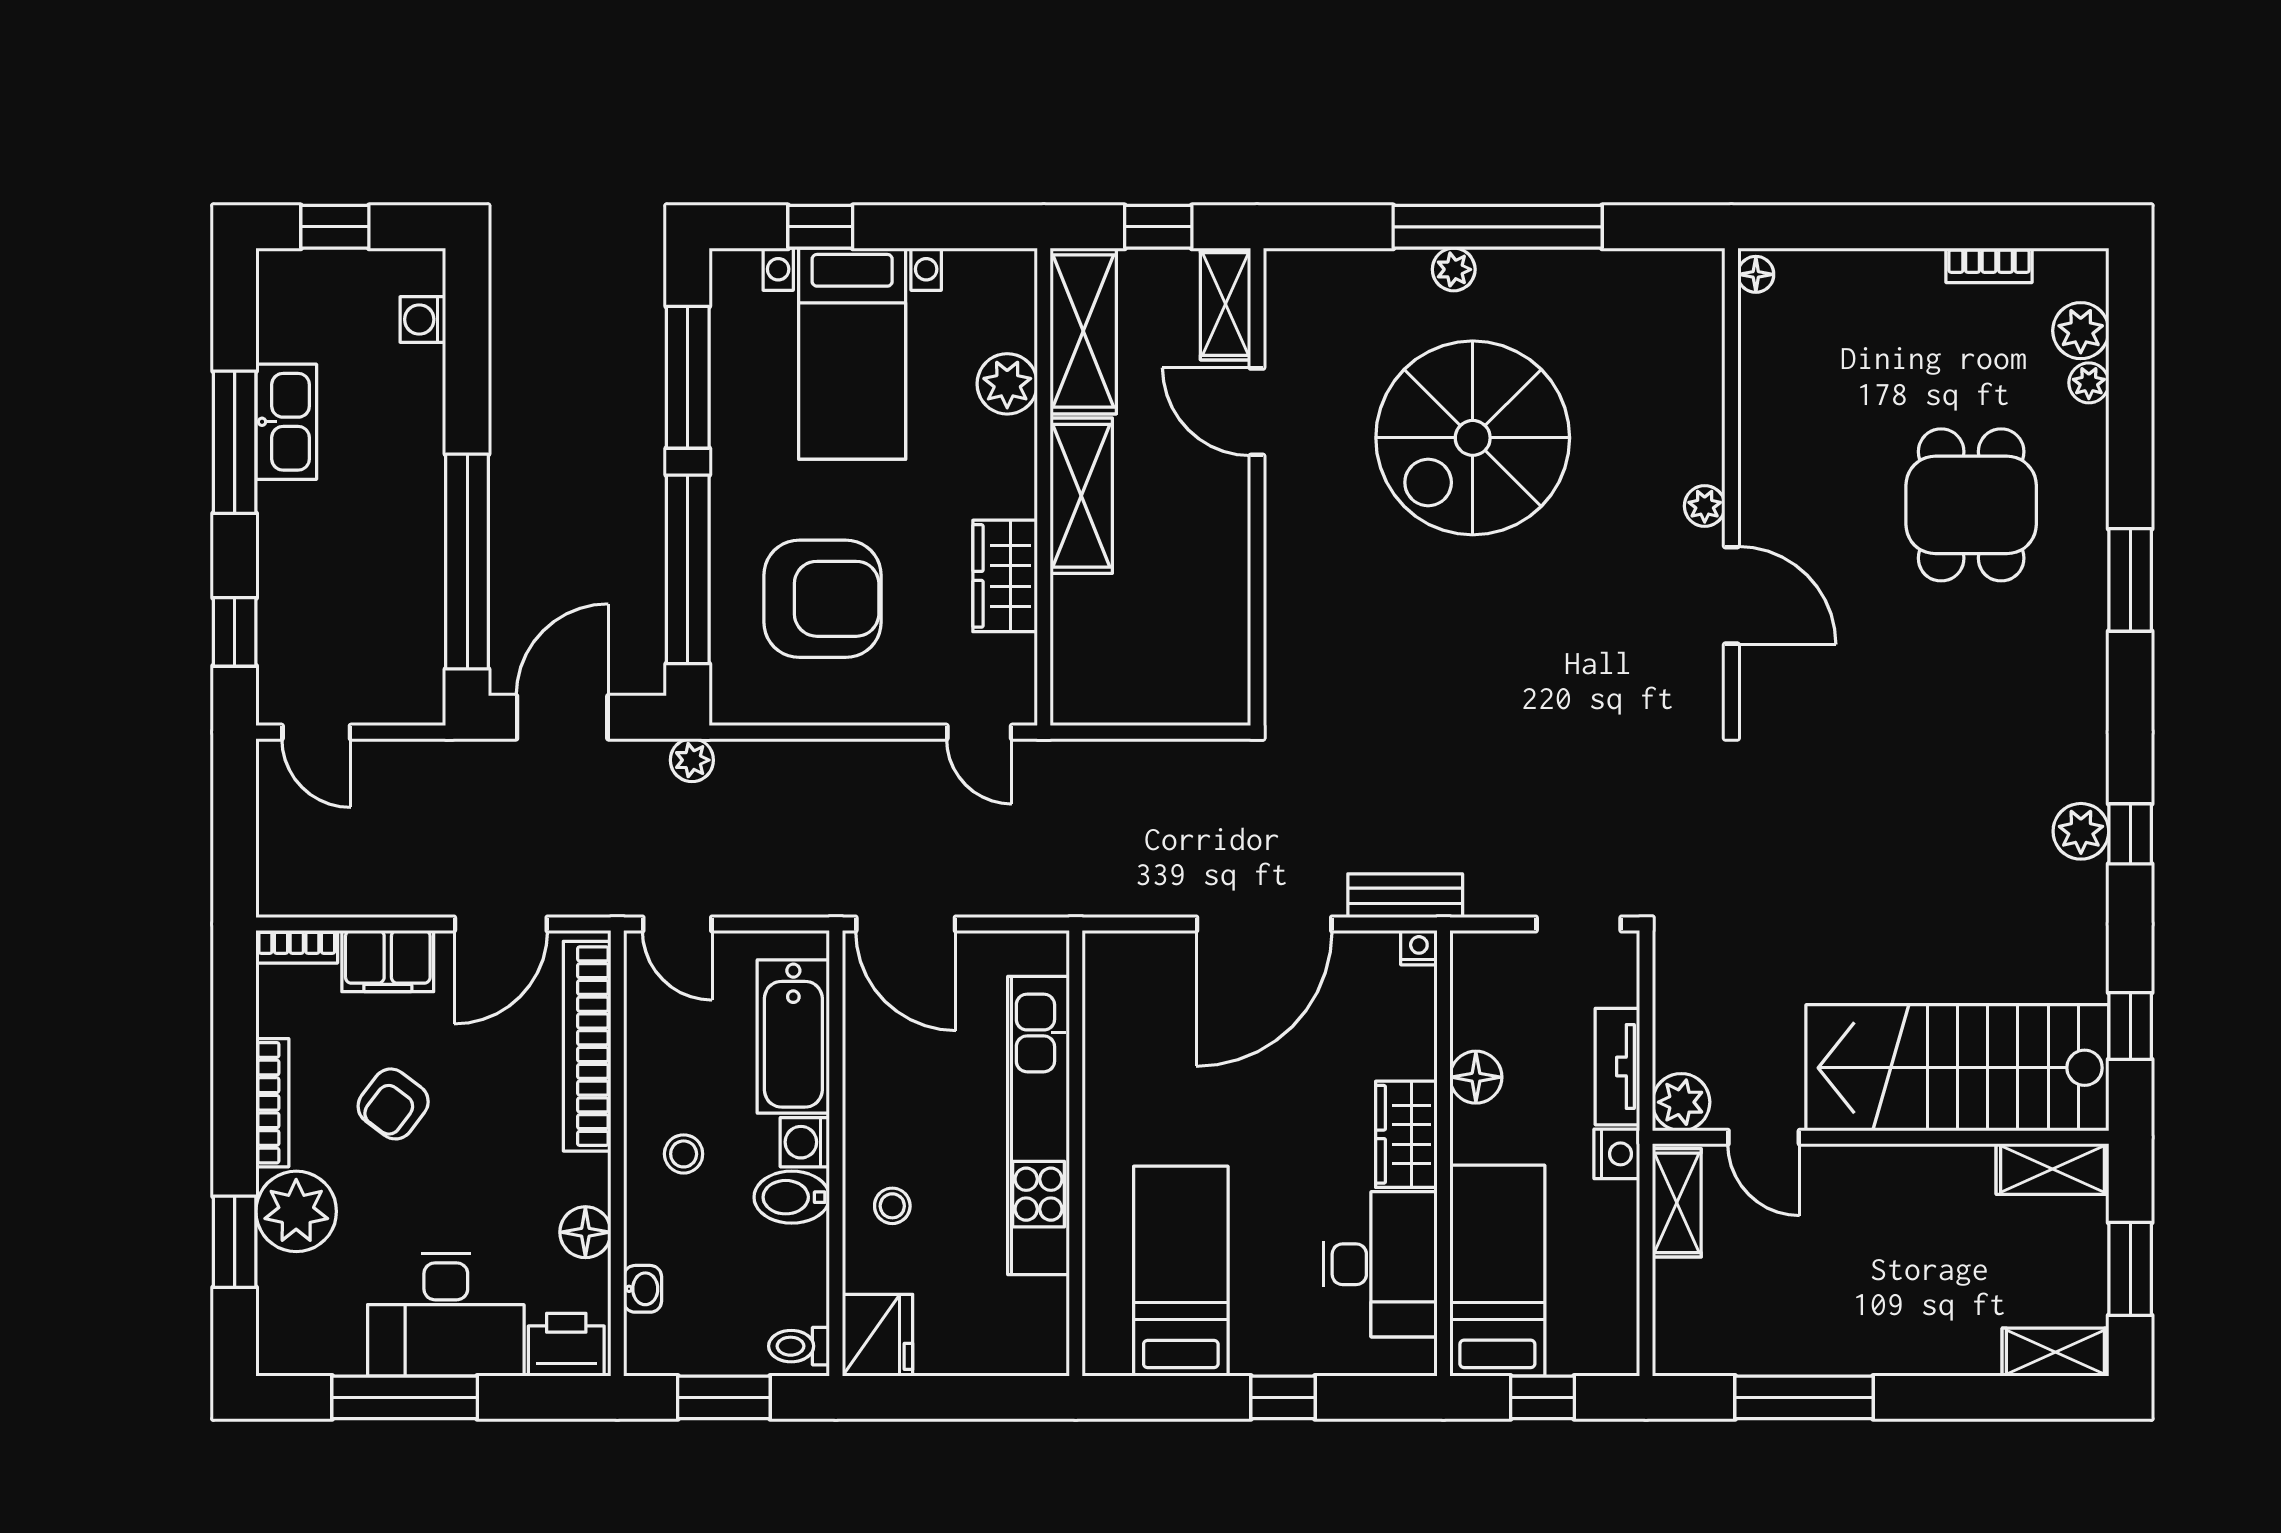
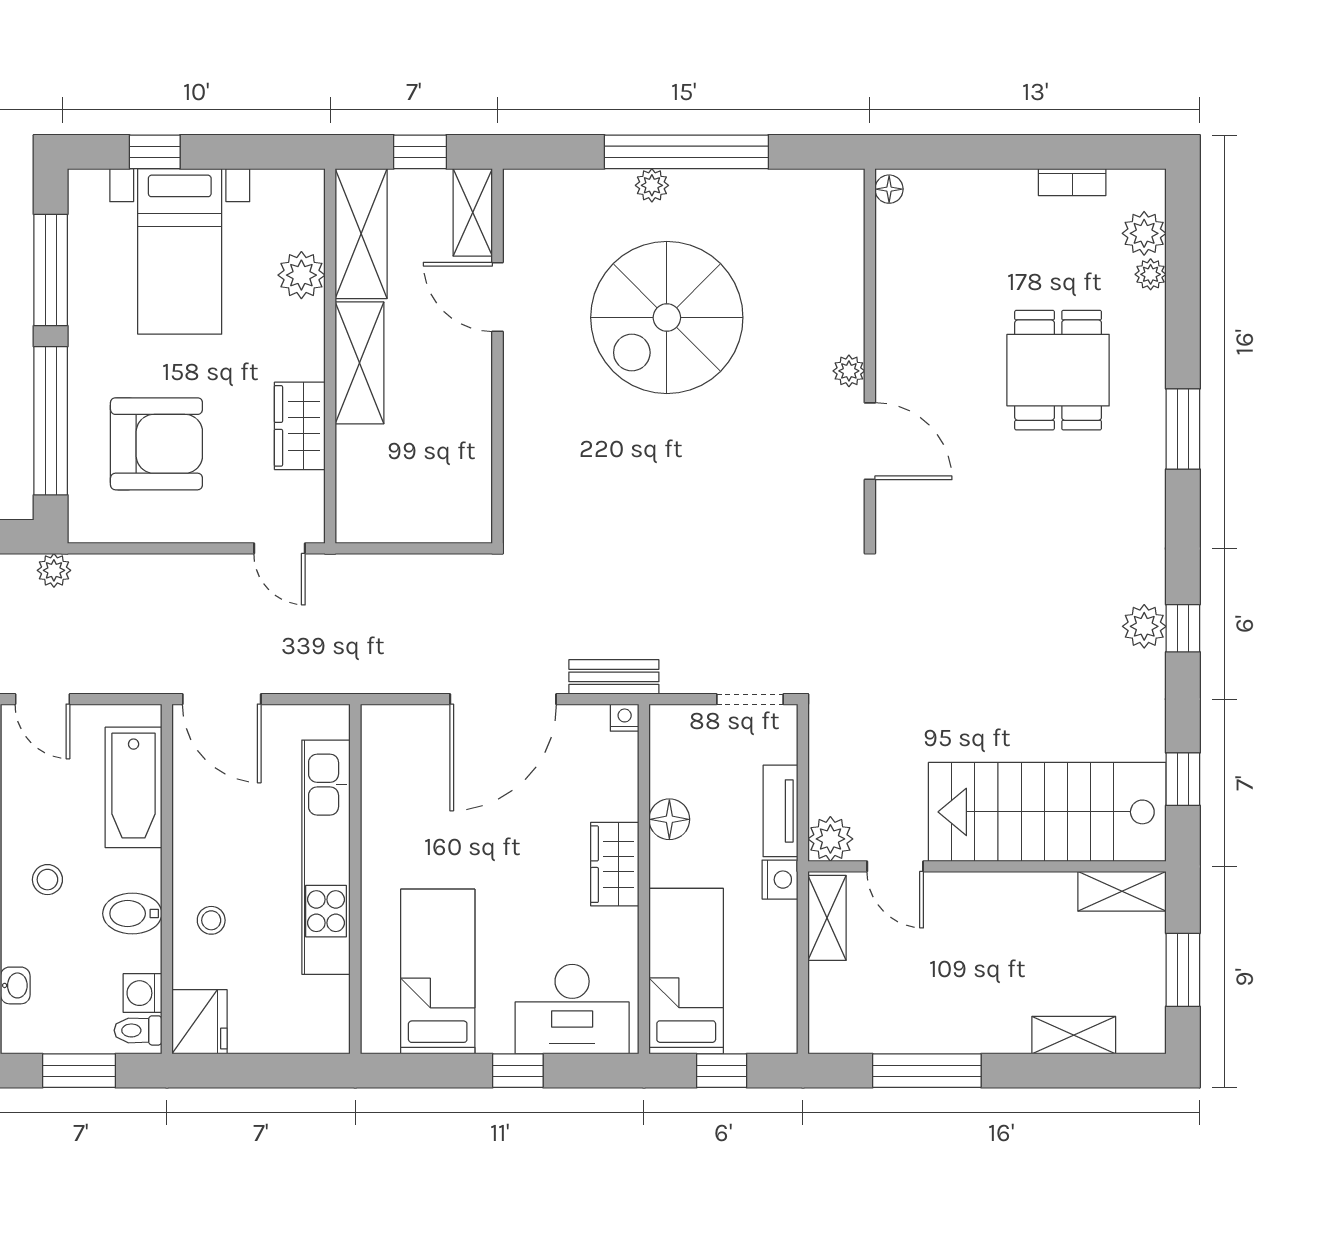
washing machine: (805, 1142) -> (143, 993), moved
desk: (1380, 1264) -> (572, 1009), moved, turned 90
shelving: (2055, 1352) -> (1074, 1035), moved

